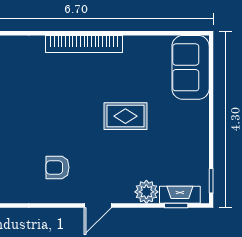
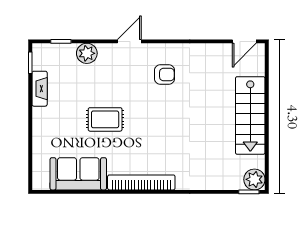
sofa: (191, 67) -> (78, 174), moved, turned -90
fireplace: (180, 195) -> (40, 89), moved, turned -90

